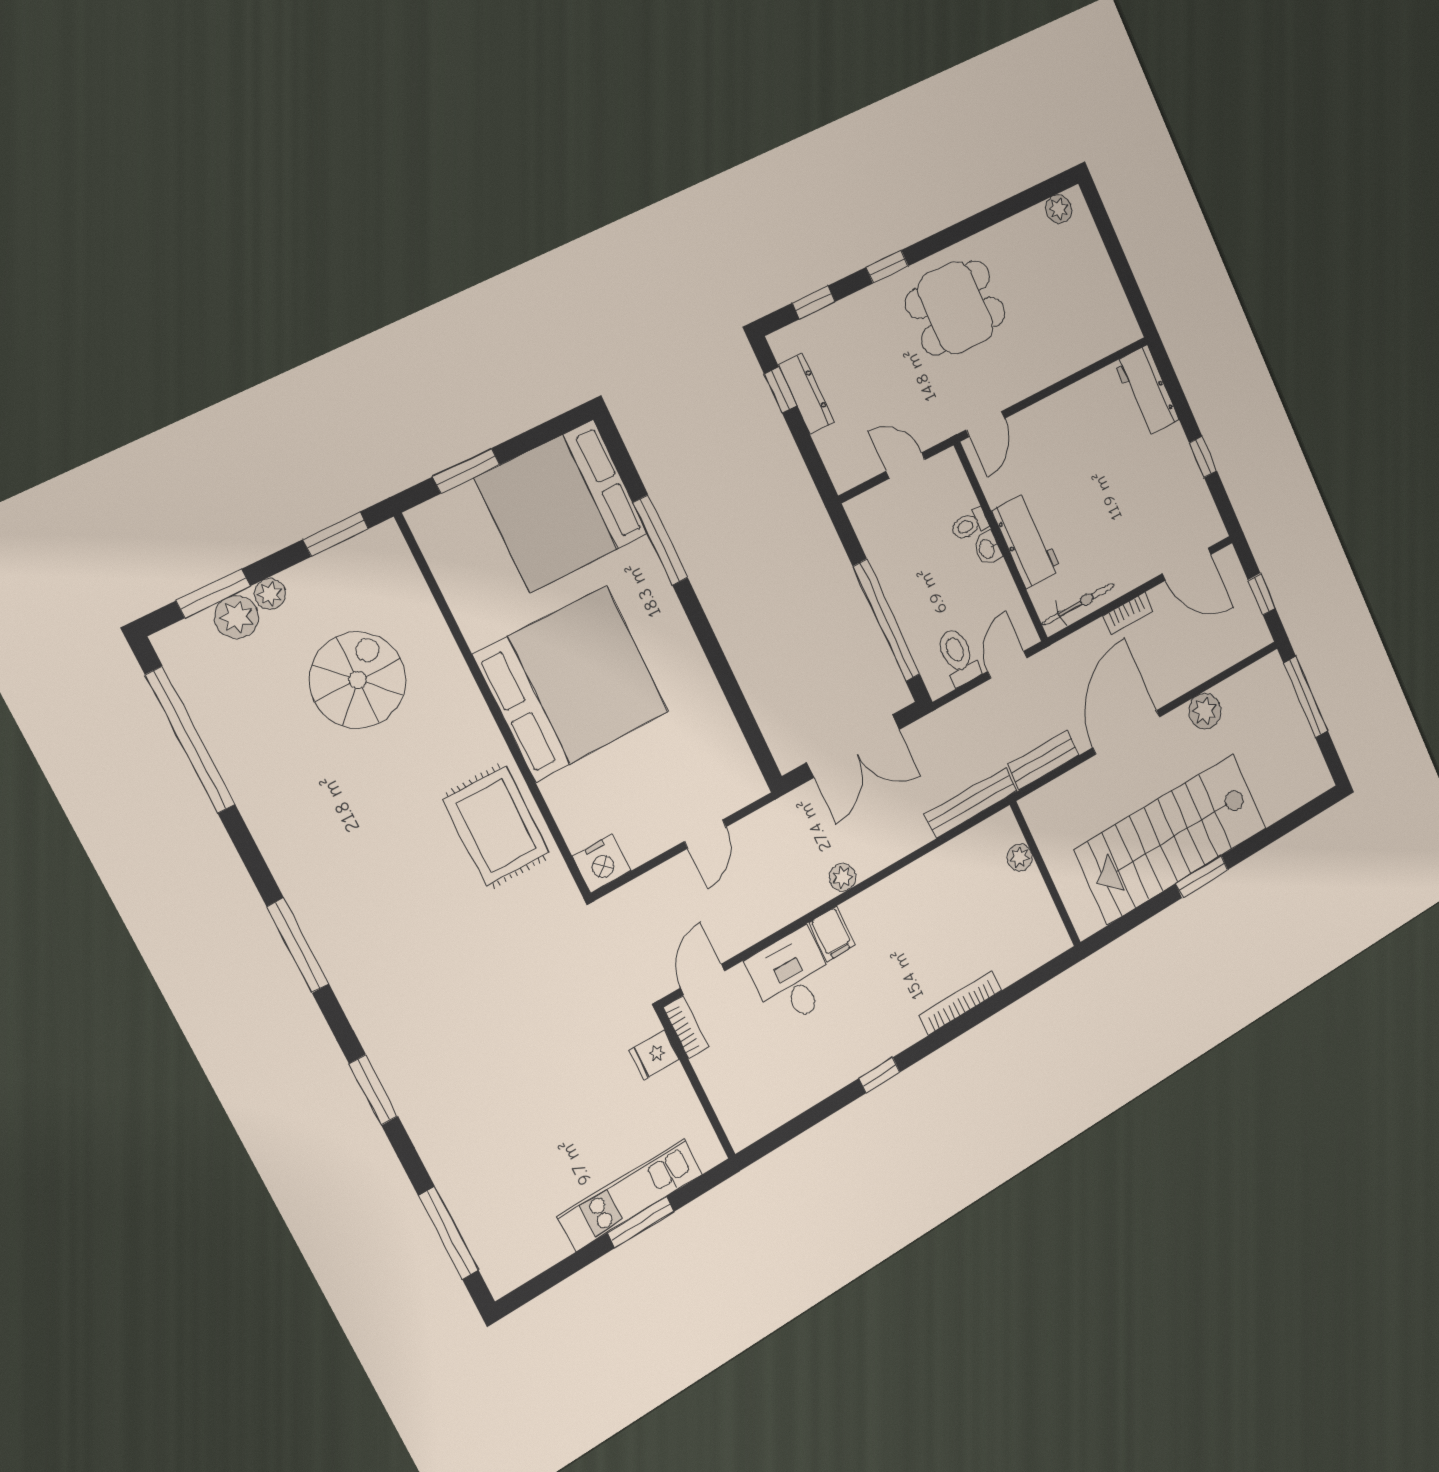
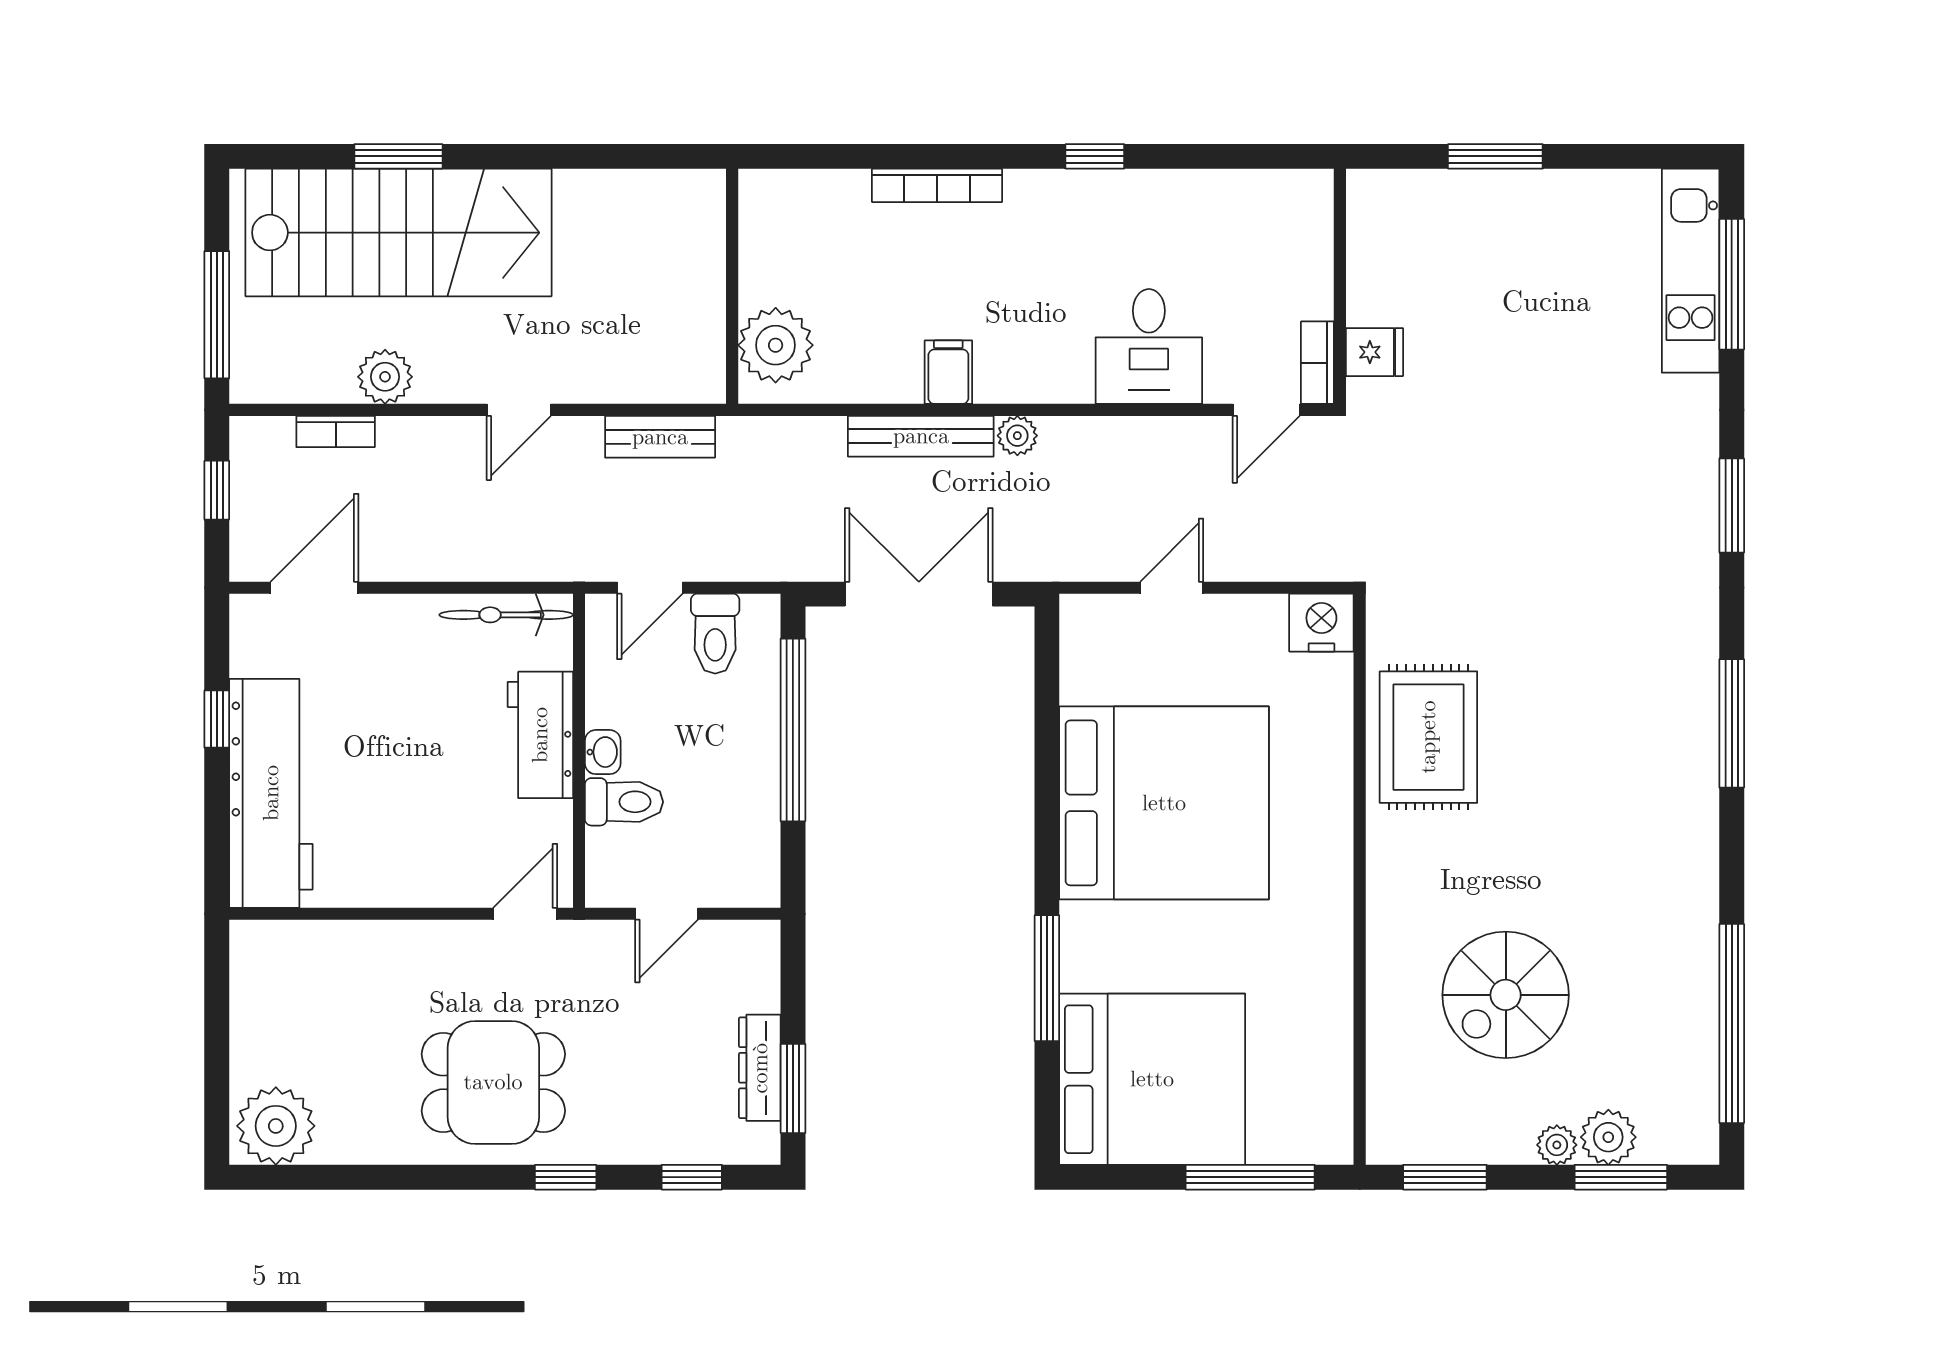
plant: (1059, 209) -> (276, 1126), width x1.88, depth x1.88
window: (780, 390) -> (793, 1088), width x1.50
workbench: (1147, 391) -> (271, 793), width x1.88, depth x1.32
door: (906, 465) -> (667, 914), hinge flipped
window: (466, 471) -> (1250, 1177), width x1.44
toilet: (970, 525) -> (624, 802), width x1.37, depth x1.39
door: (1187, 564) -> (314, 588), hinge flipped
bookcase: (1128, 613) -> (336, 431), moved, turned 180
bed: (571, 683) -> (1164, 803), moved, turned 180
door: (1126, 732) -> (519, 410), width x0.53
bench: (971, 803) -> (921, 436), moved
stairs: (1171, 839) -> (398, 233), moved
plant: (1020, 857) -> (776, 345), width x1.87, depth x1.87
window: (1202, 877) -> (398, 156), moved
filing cabinet: (832, 934) -> (948, 372), moved
kitchen unit: (630, 1195) -> (1691, 271), moved, turned 90

